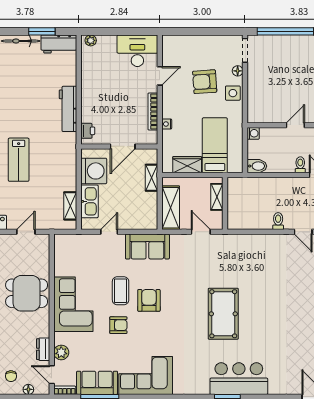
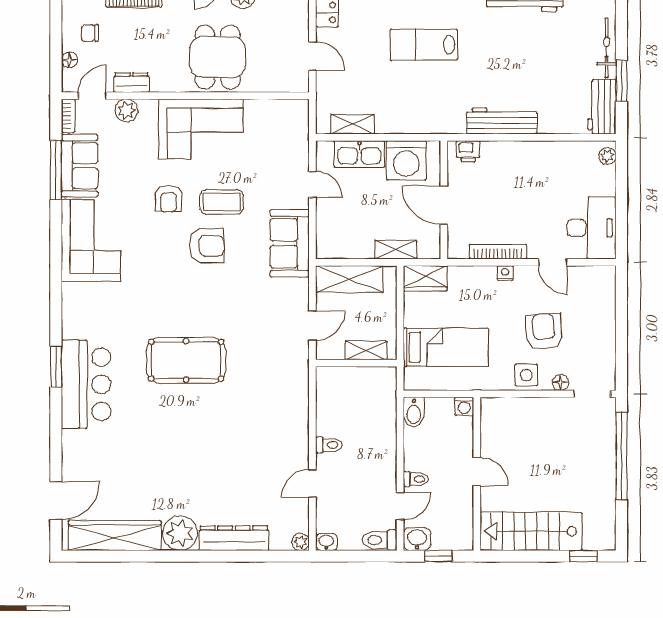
nightstand: (167, 124) -> (505, 273), moved
wardrobe: (187, 165) -> (425, 278), moved, turned 90

